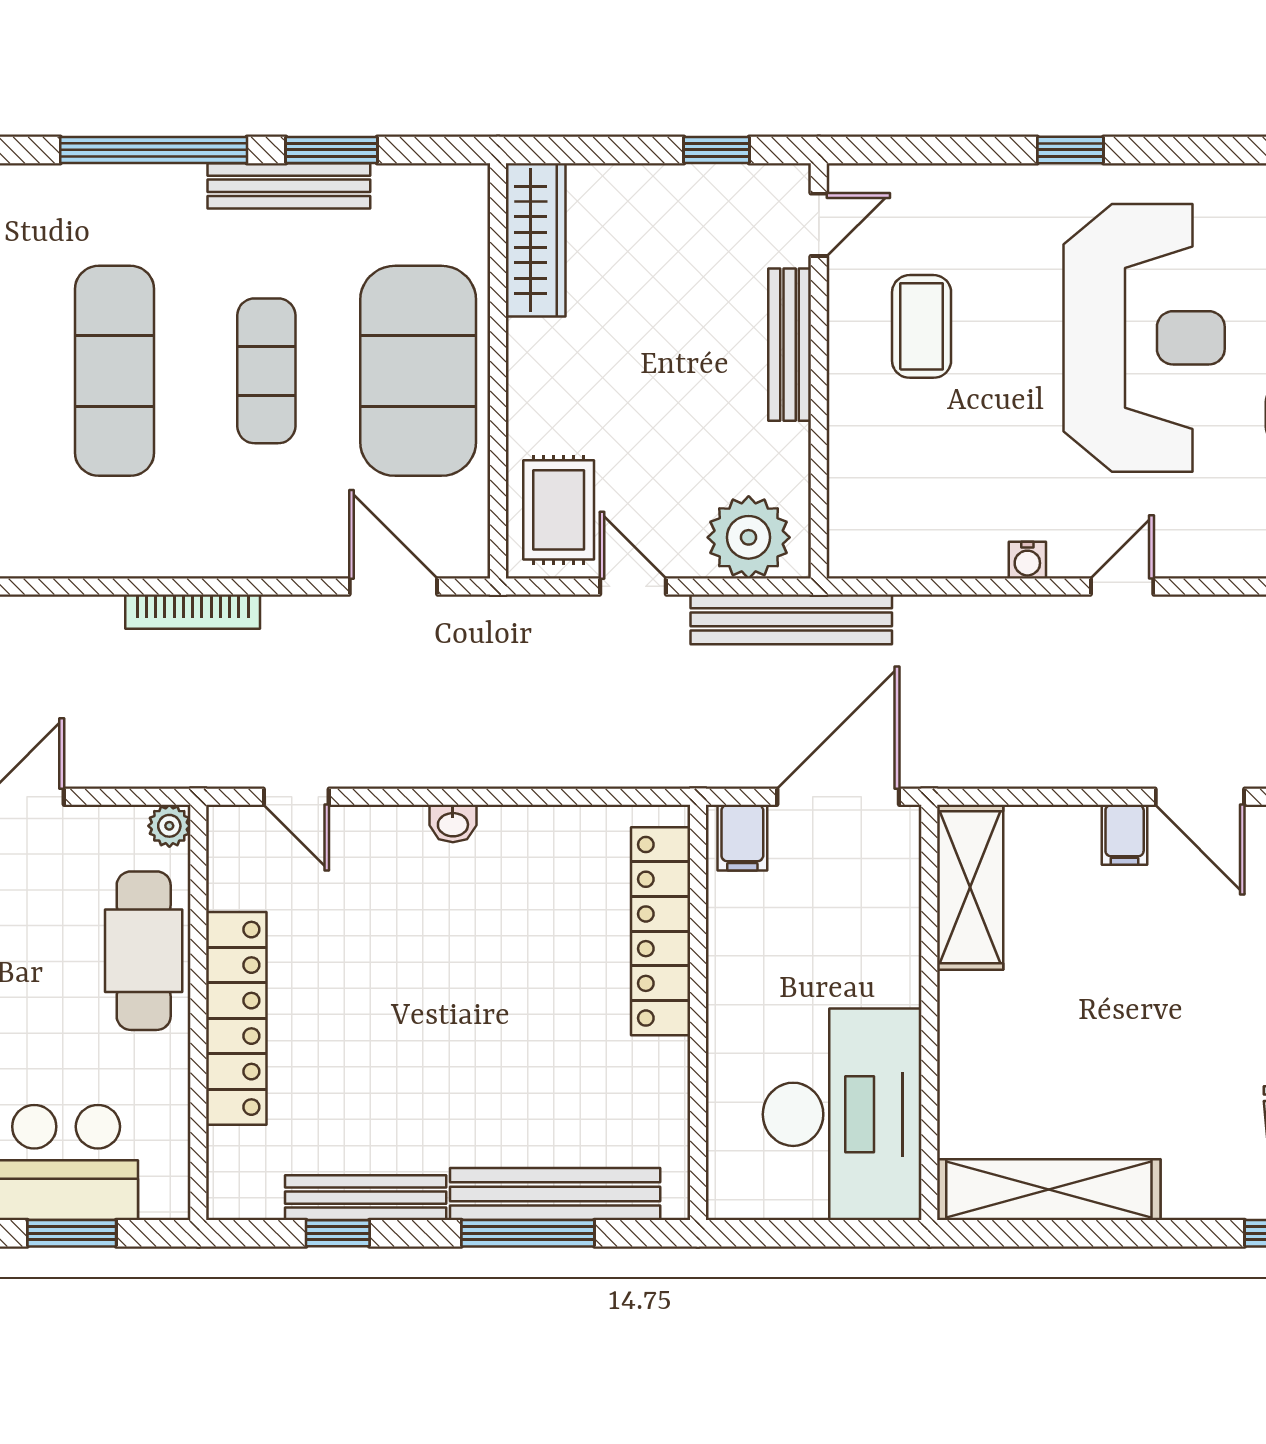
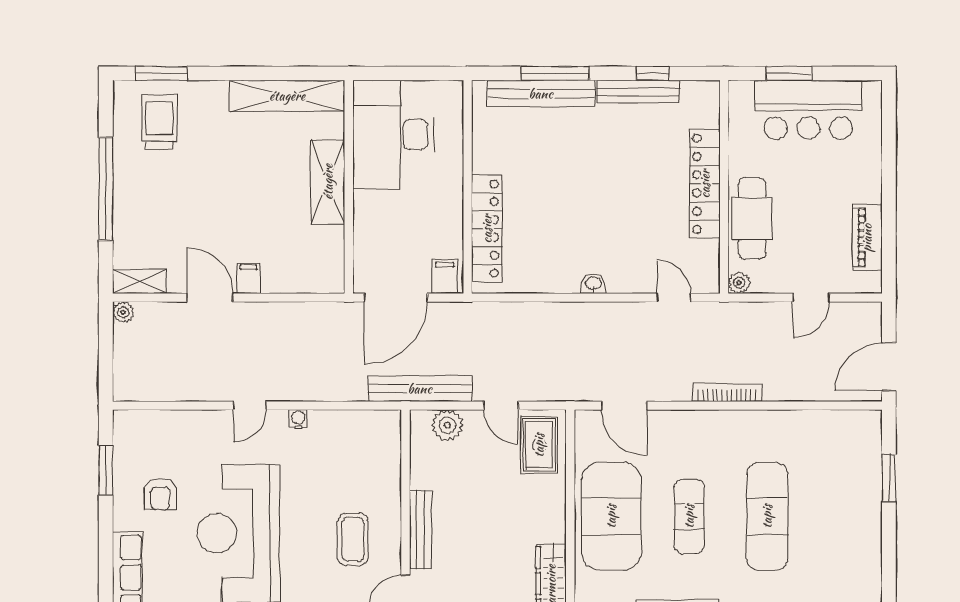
plant: (749, 537) -> (447, 425), width x0.73, depth x0.73
shelving: (970, 887) -> (328, 182), moved

